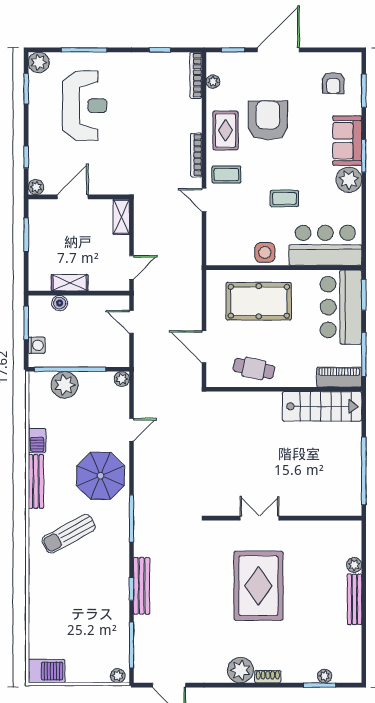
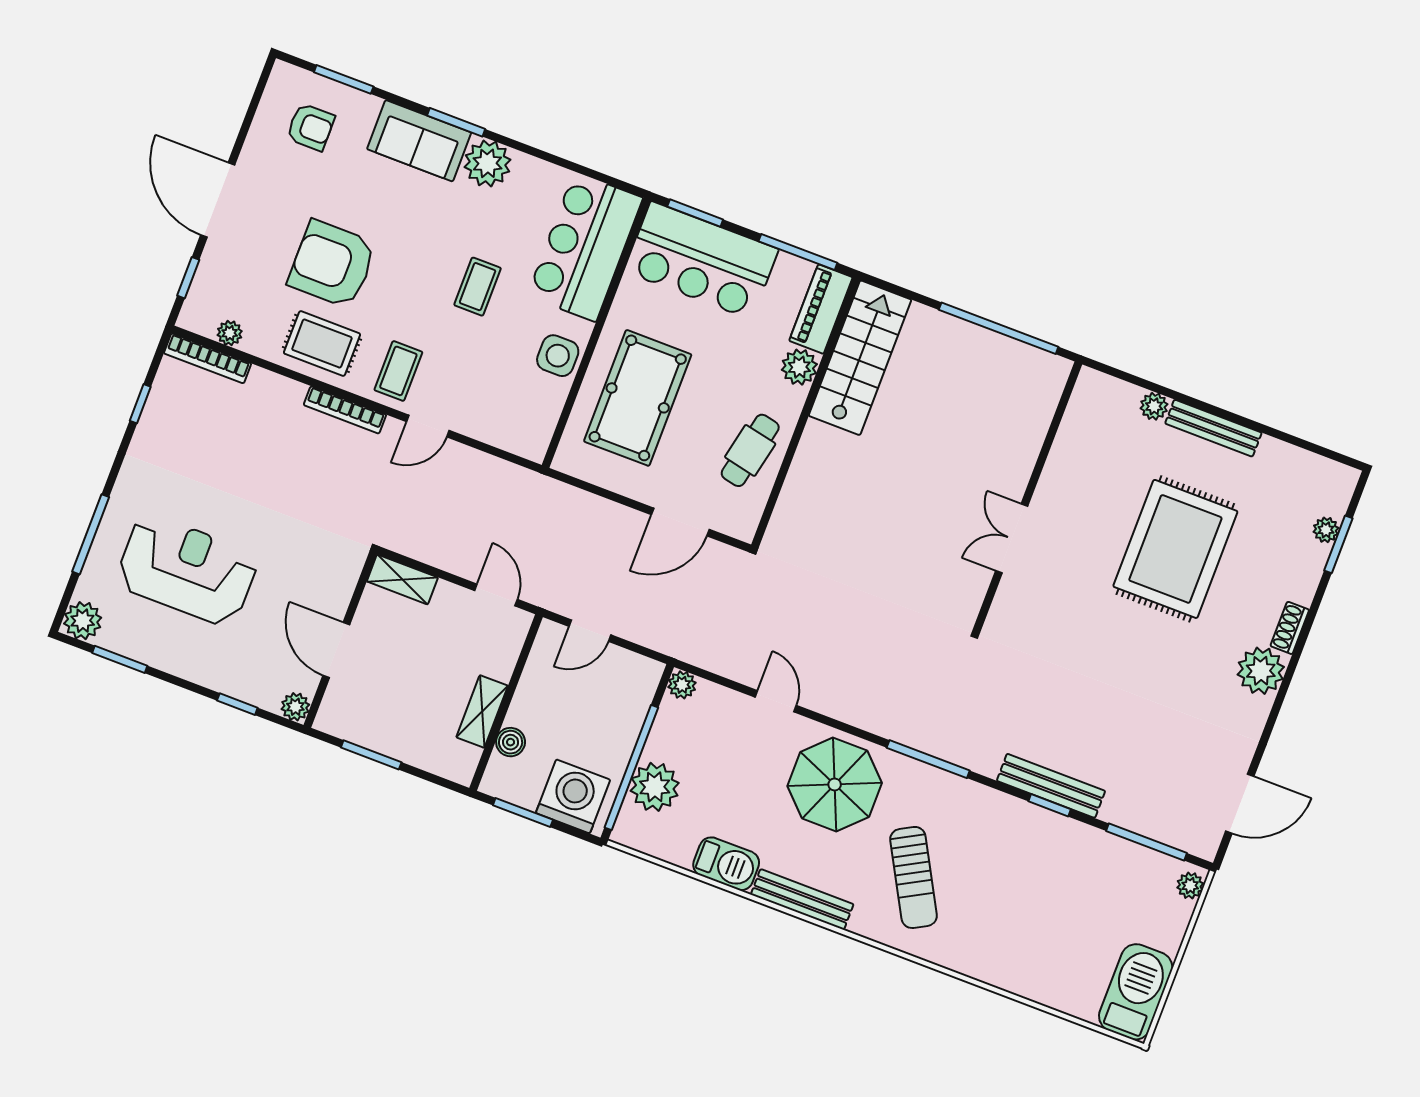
washing machine: (37, 345) -> (573, 796), width x1.89, depth x1.89
plant: (306, 377) -> (799, 367), added
barbecue: (37, 441) -> (726, 864), width x1.38, depth x1.27
rug: (258, 586) -> (1175, 549), moved, turned 90
barbecue: (47, 671) -> (1136, 992), width x1.37, depth x1.21

